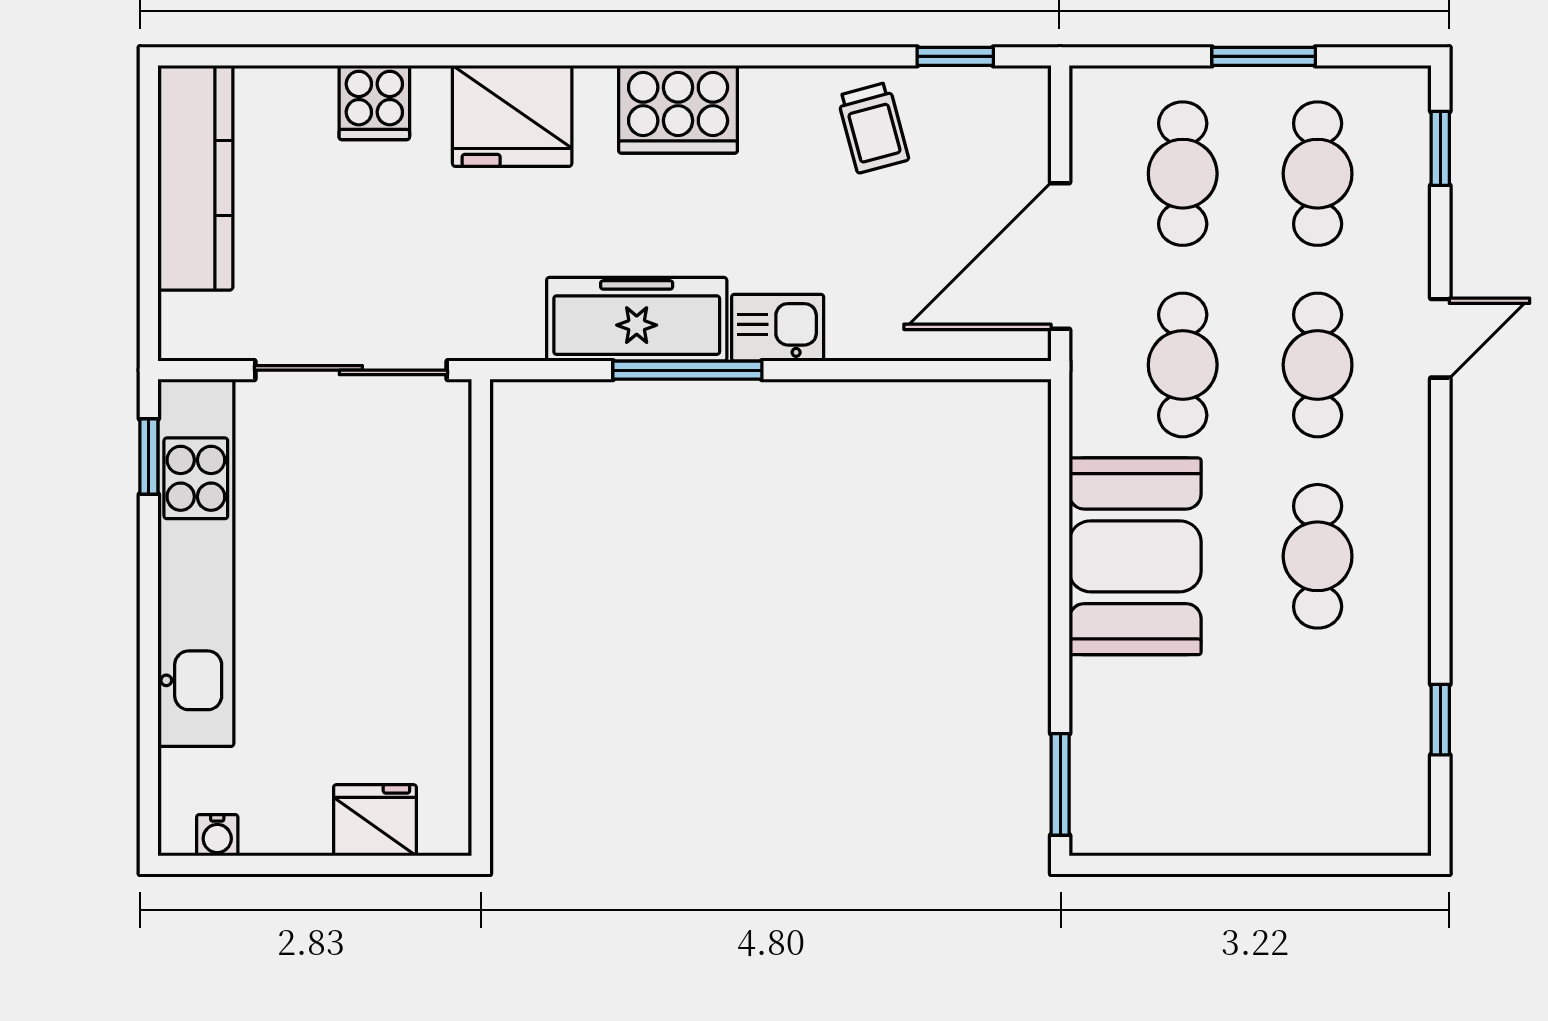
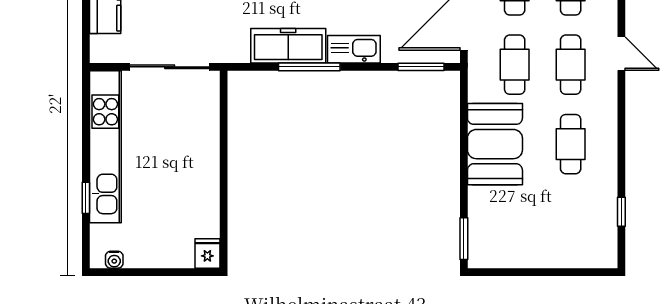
kitchen sink: (778, 328) -> (354, 49), width x1.38
door: (1440, 338) -> (621, 54), hinge flipped
window: (957, 370) -> (421, 67), added
window: (149, 457) -> (86, 198), moved
fridge: (375, 820) -> (207, 254), moved, width x0.72

